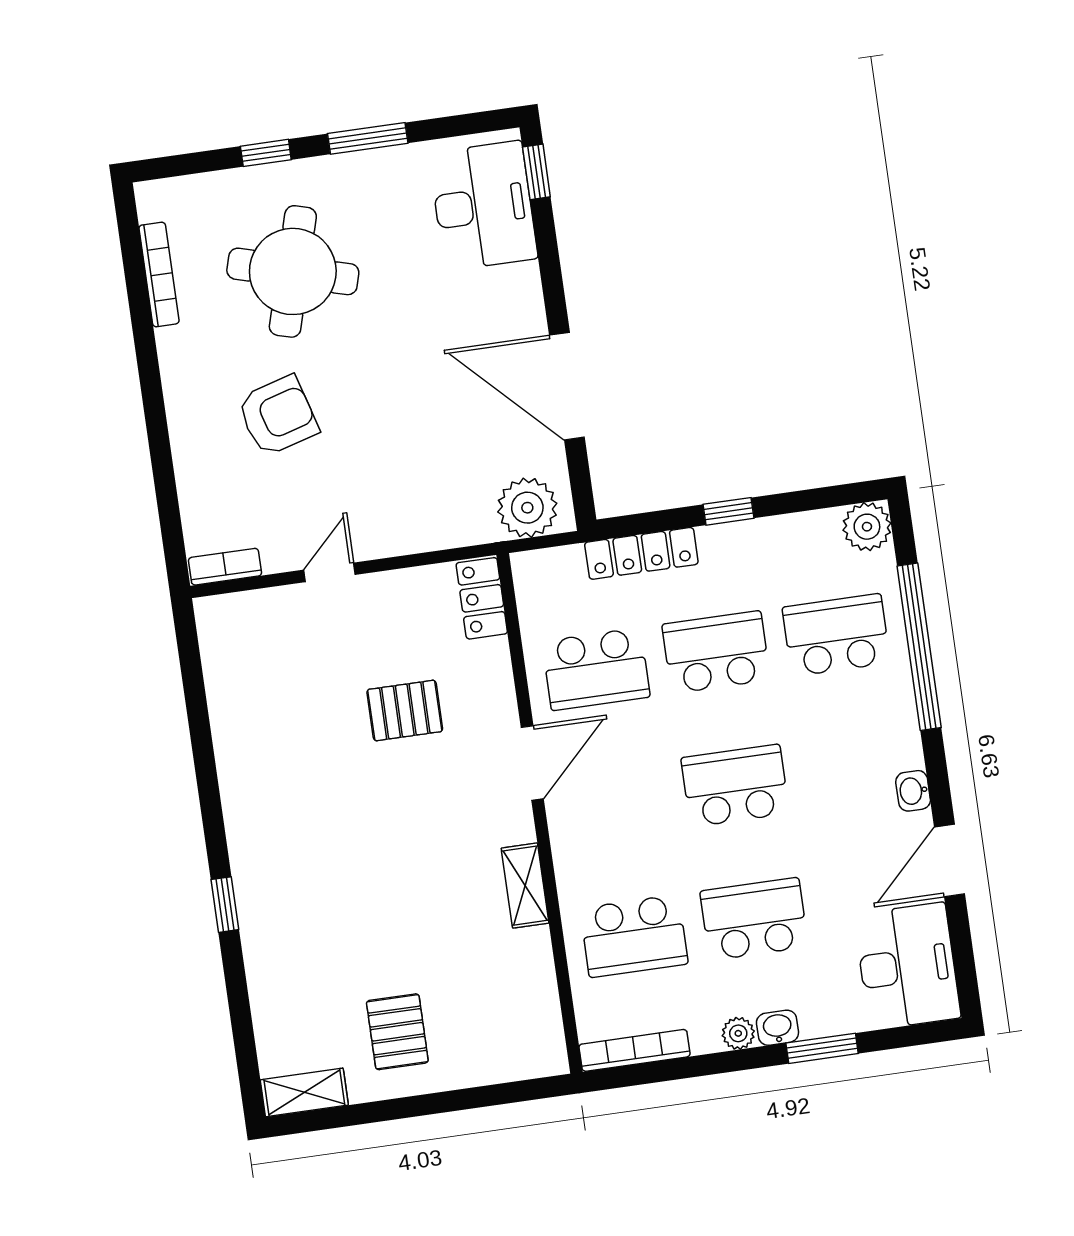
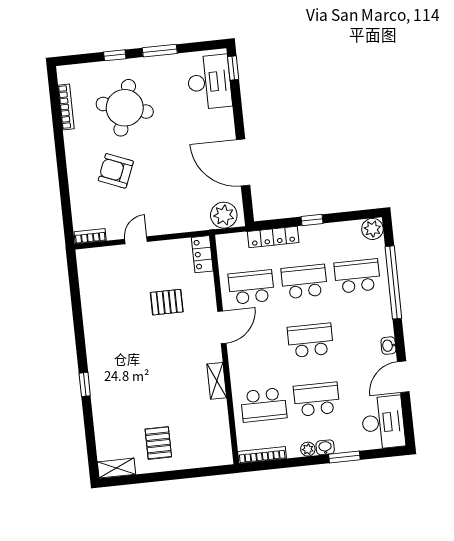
armchair: (278, 416) -> (116, 171), turned -142
school desk: (596, 669) -> (251, 287), turned 180

